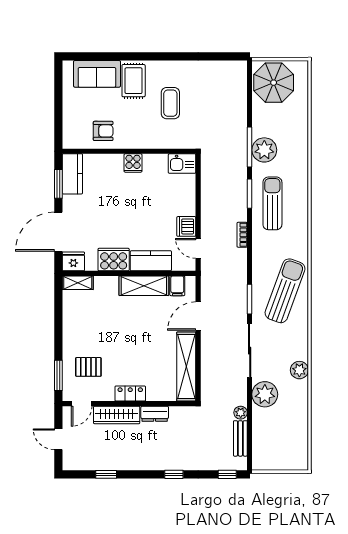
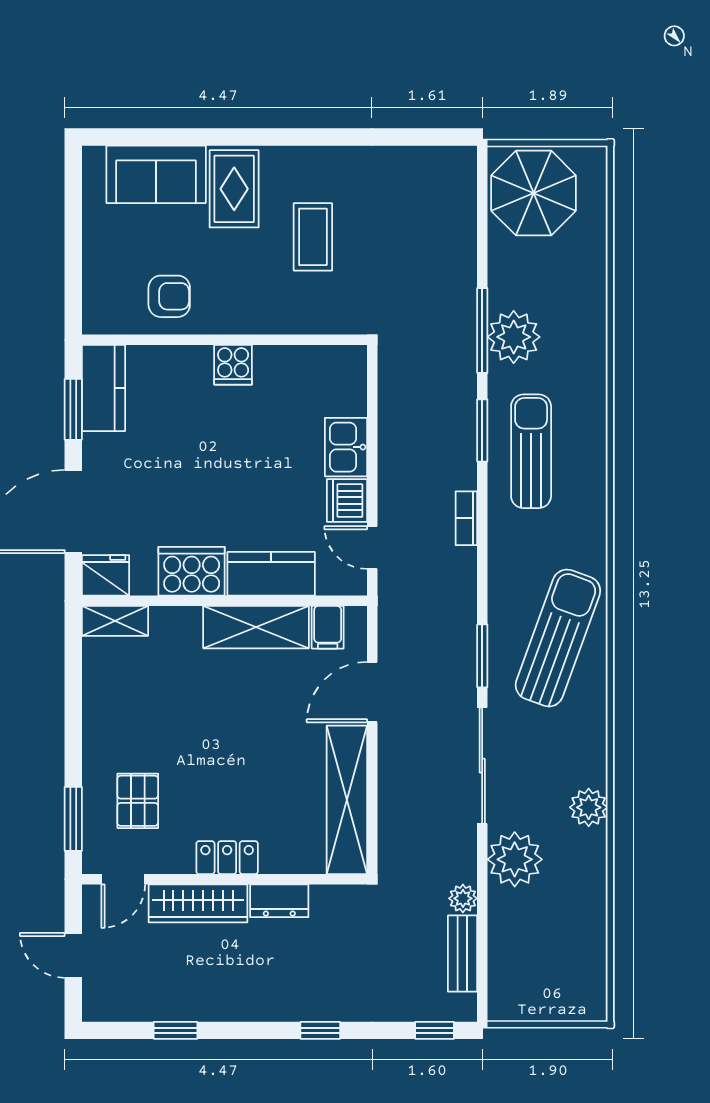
kitchen sink: (182, 164) -> (346, 447), moved, turned 90
pallet: (88, 367) -> (138, 801), turned 90

